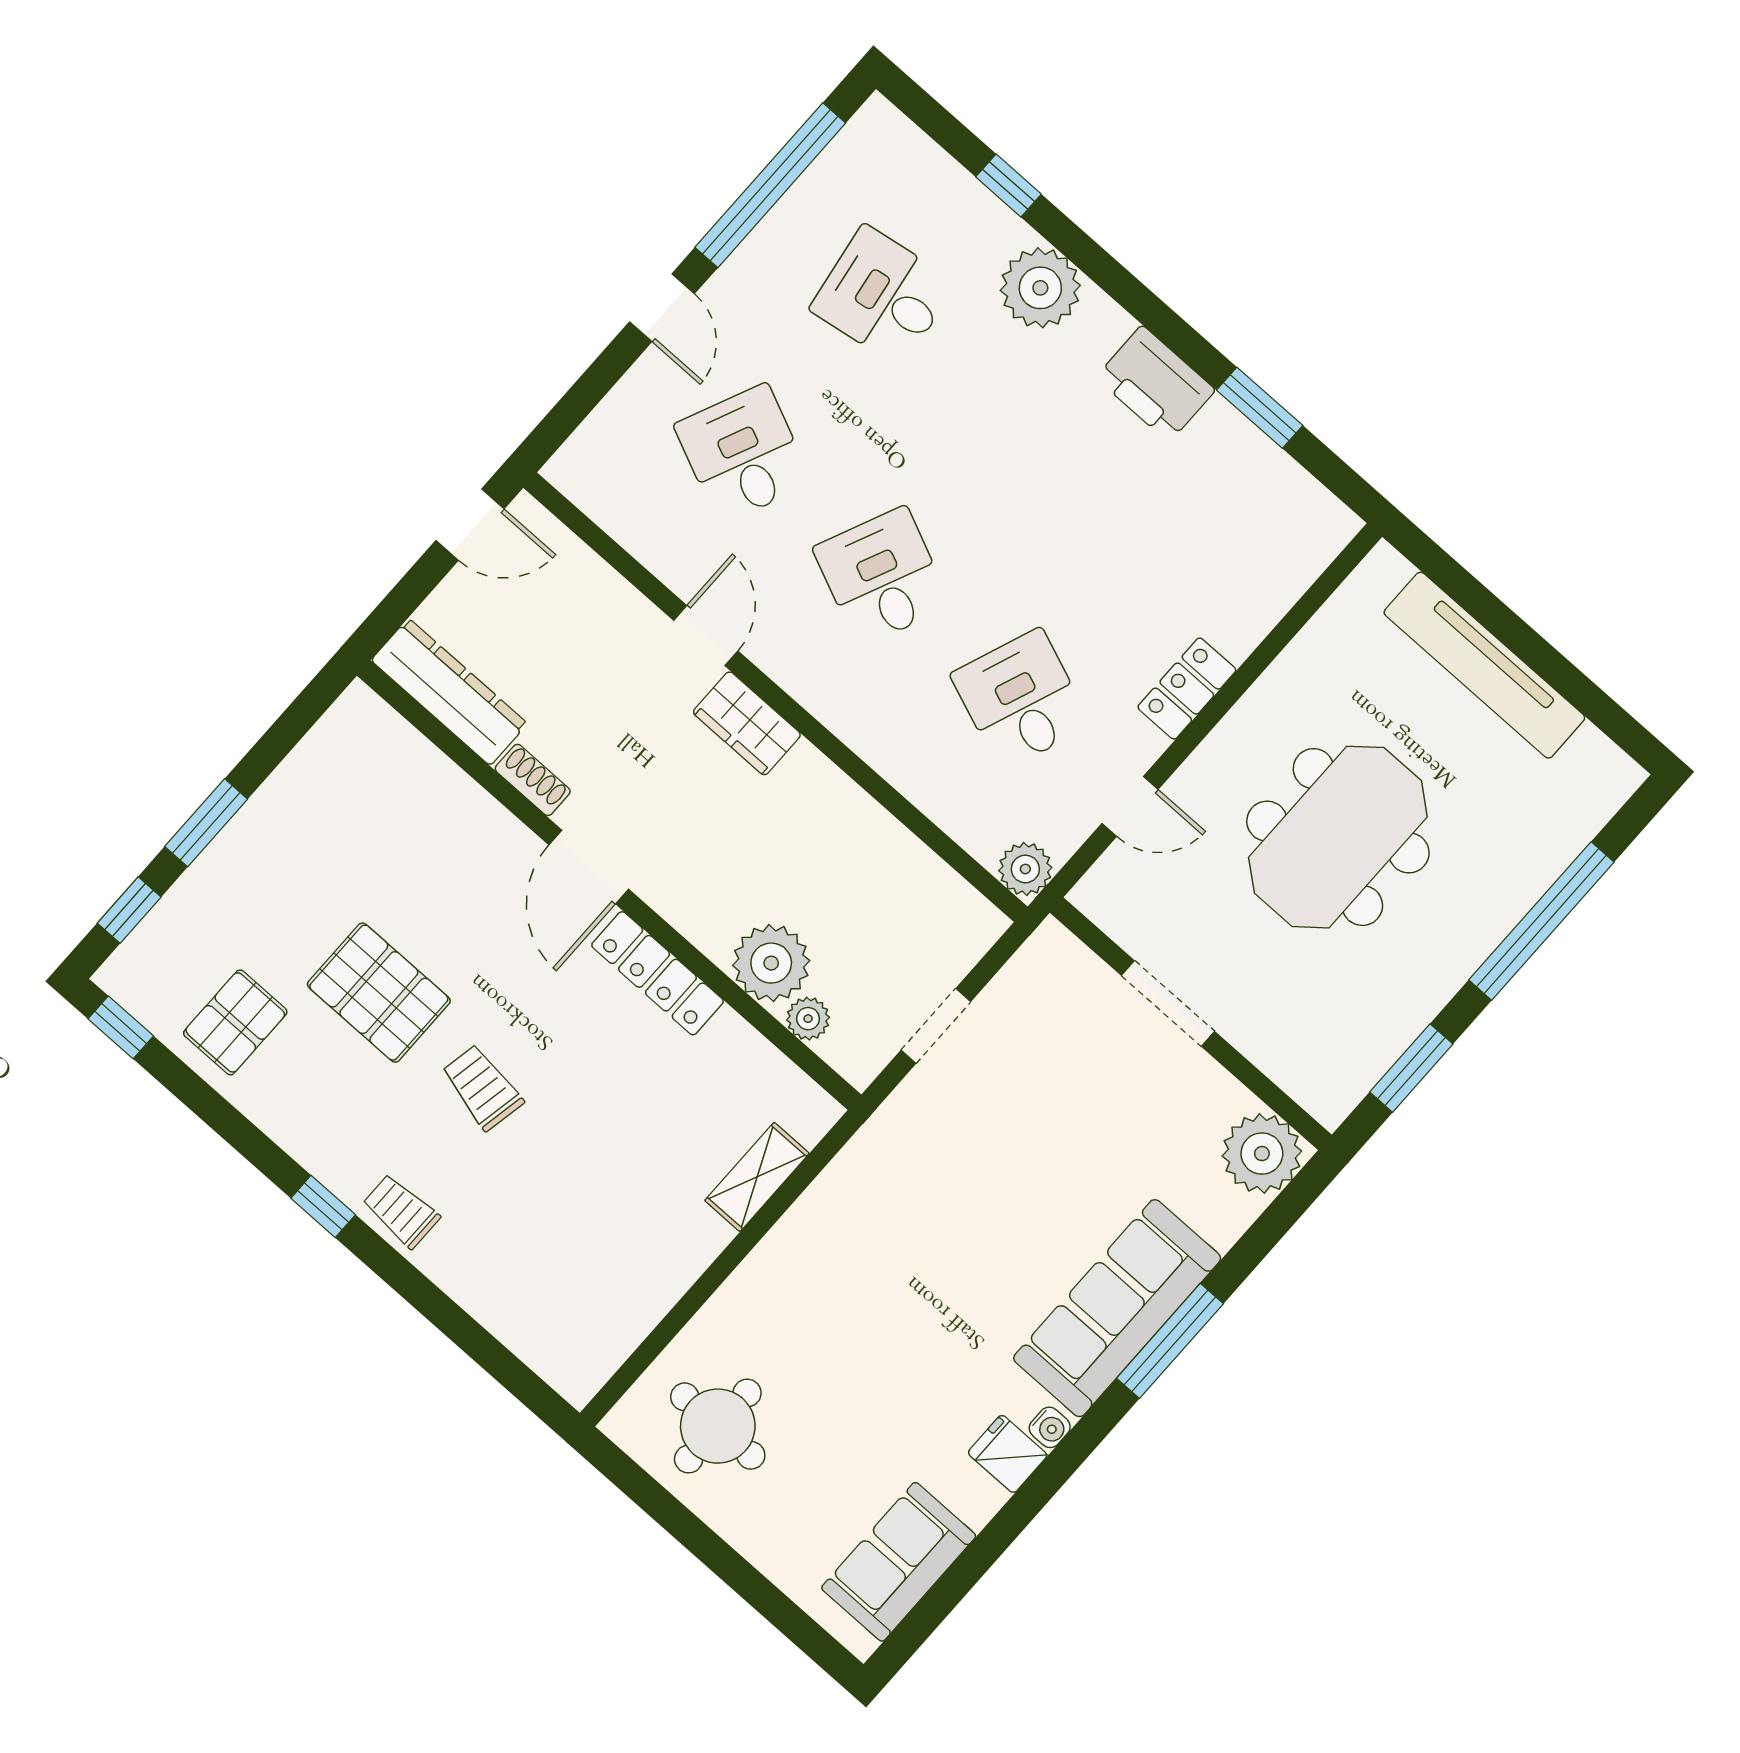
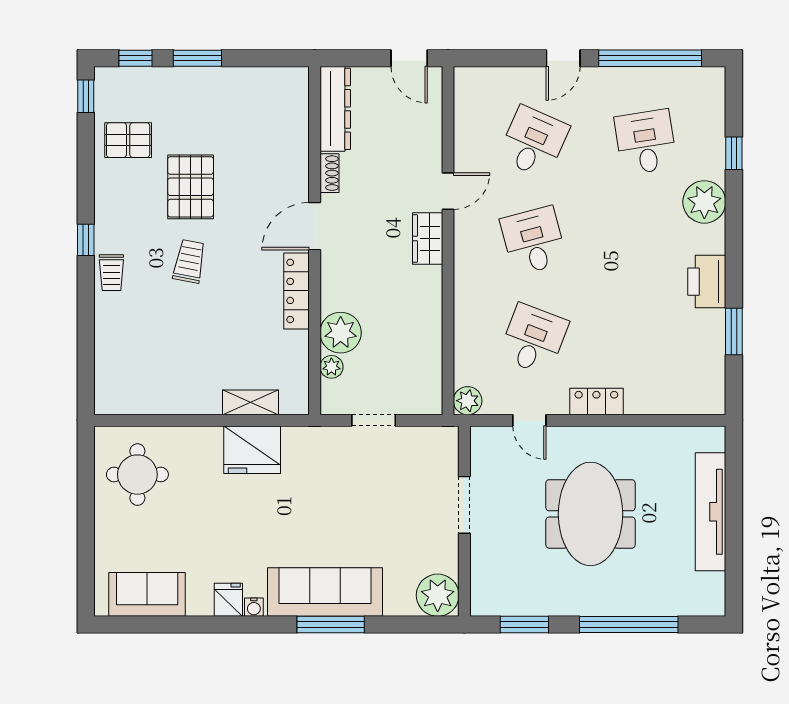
desk: (882, 577) -> (534, 241), turned -39
meeting table: (1338, 837) -> (590, 514), turned 90
trolley: (401, 1211) -> (111, 273), turned 180
fridge: (826, 1233) -> (252, 450), added

